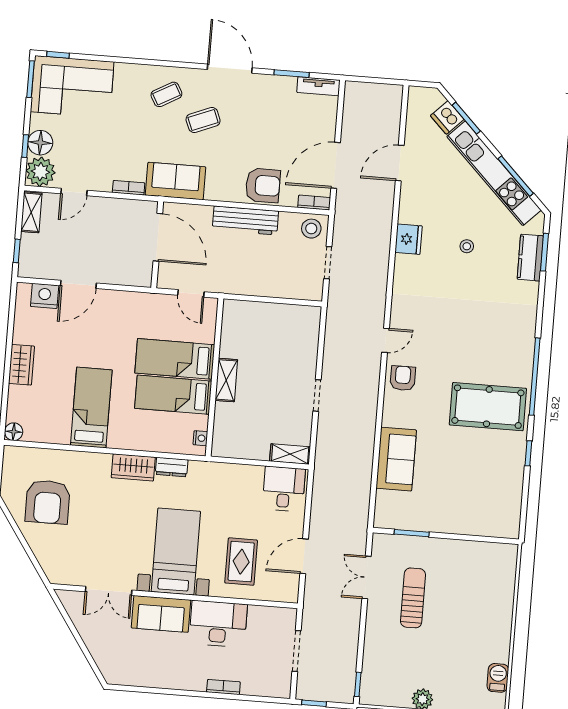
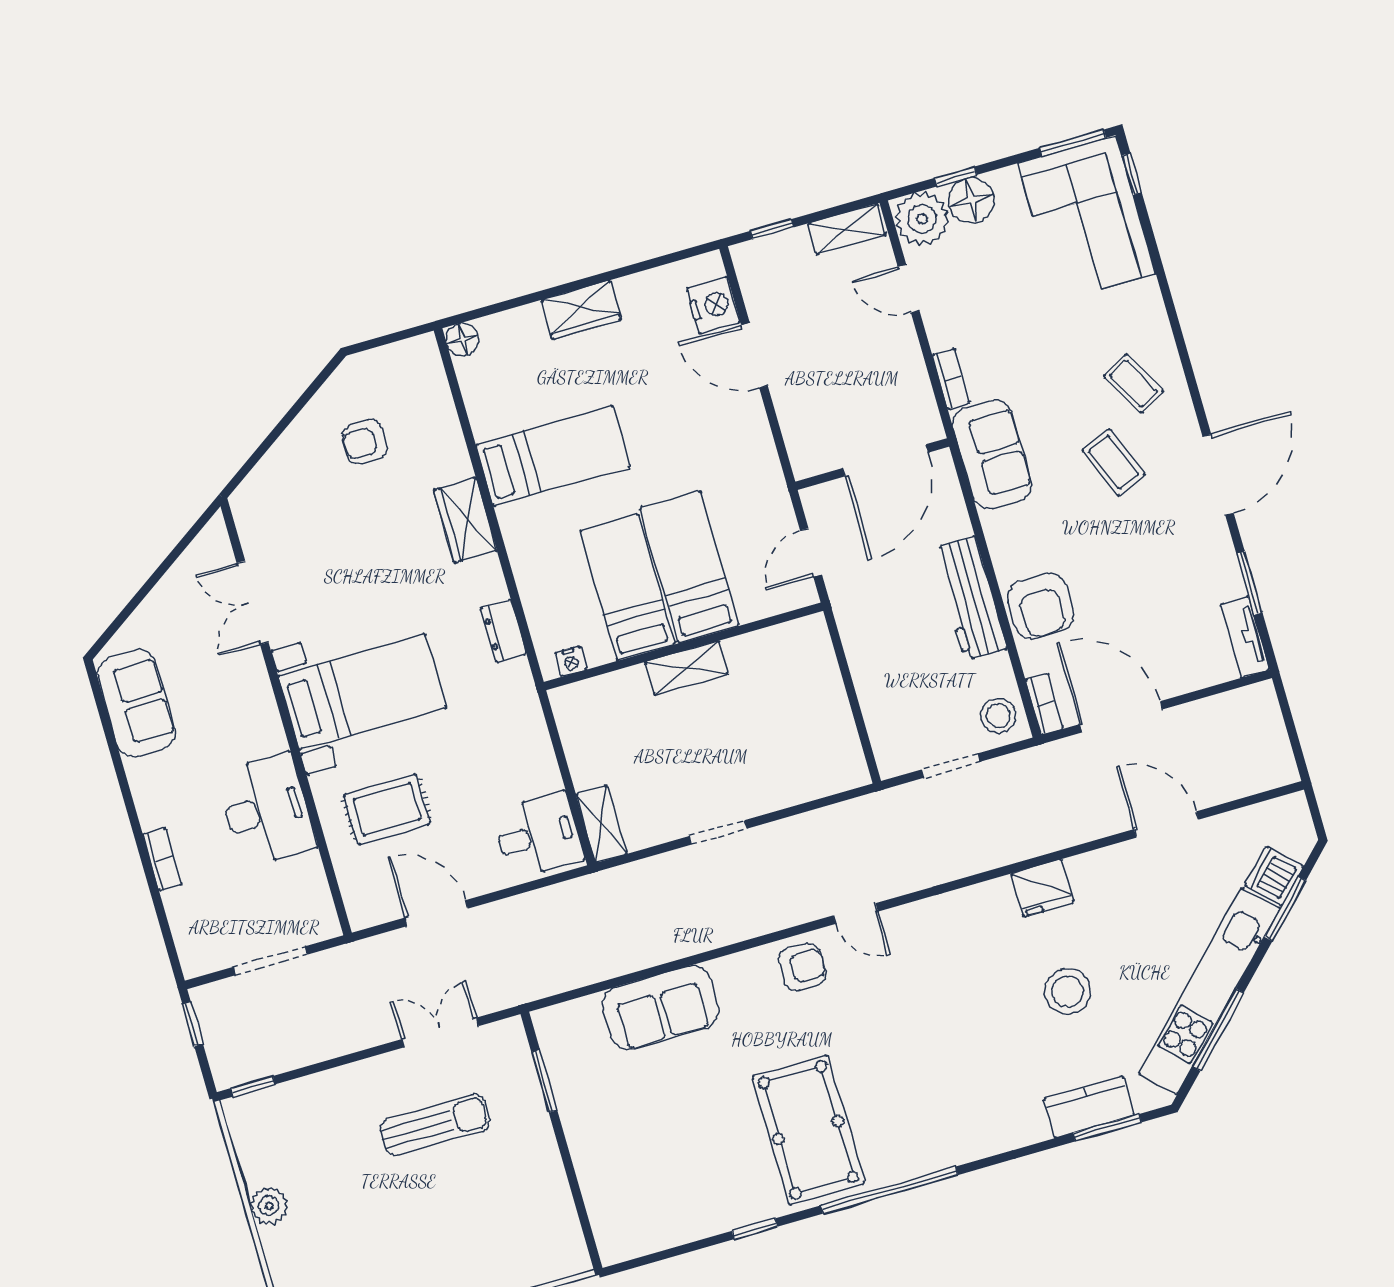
stool: (467, 246) -> (1068, 992), width x1.89, depth x1.89
wardrobe: (133, 467) -> (465, 520), moved
armchair: (48, 502) -> (365, 442), width x0.53, depth x0.53
sofa: (161, 614) -> (136, 703), moved, turned 180

